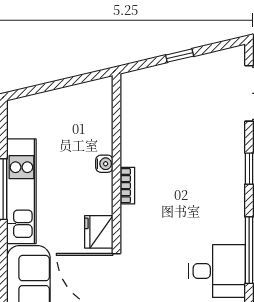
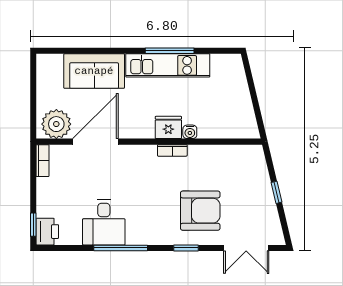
armchair: (202, 151) -> (200, 211), added
fridge: (99, 232) -> (168, 127), moved

